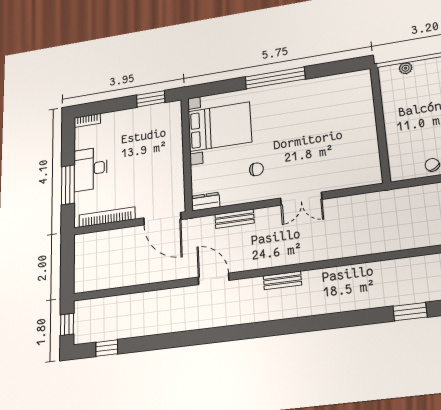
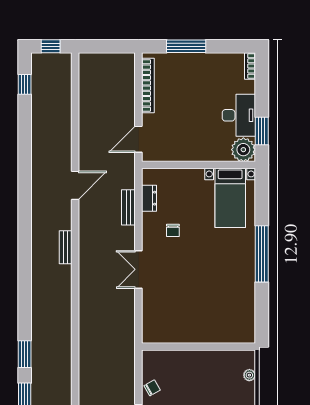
plant: (170, 113) -> (243, 150), added
bed with nightstands: (220, 127) -> (230, 198), width x0.73
desk: (90, 169) -> (239, 115), moved, turned 90
dresser: (206, 202) -> (149, 198), moved
door: (162, 219) -> (138, 139), width x0.73

